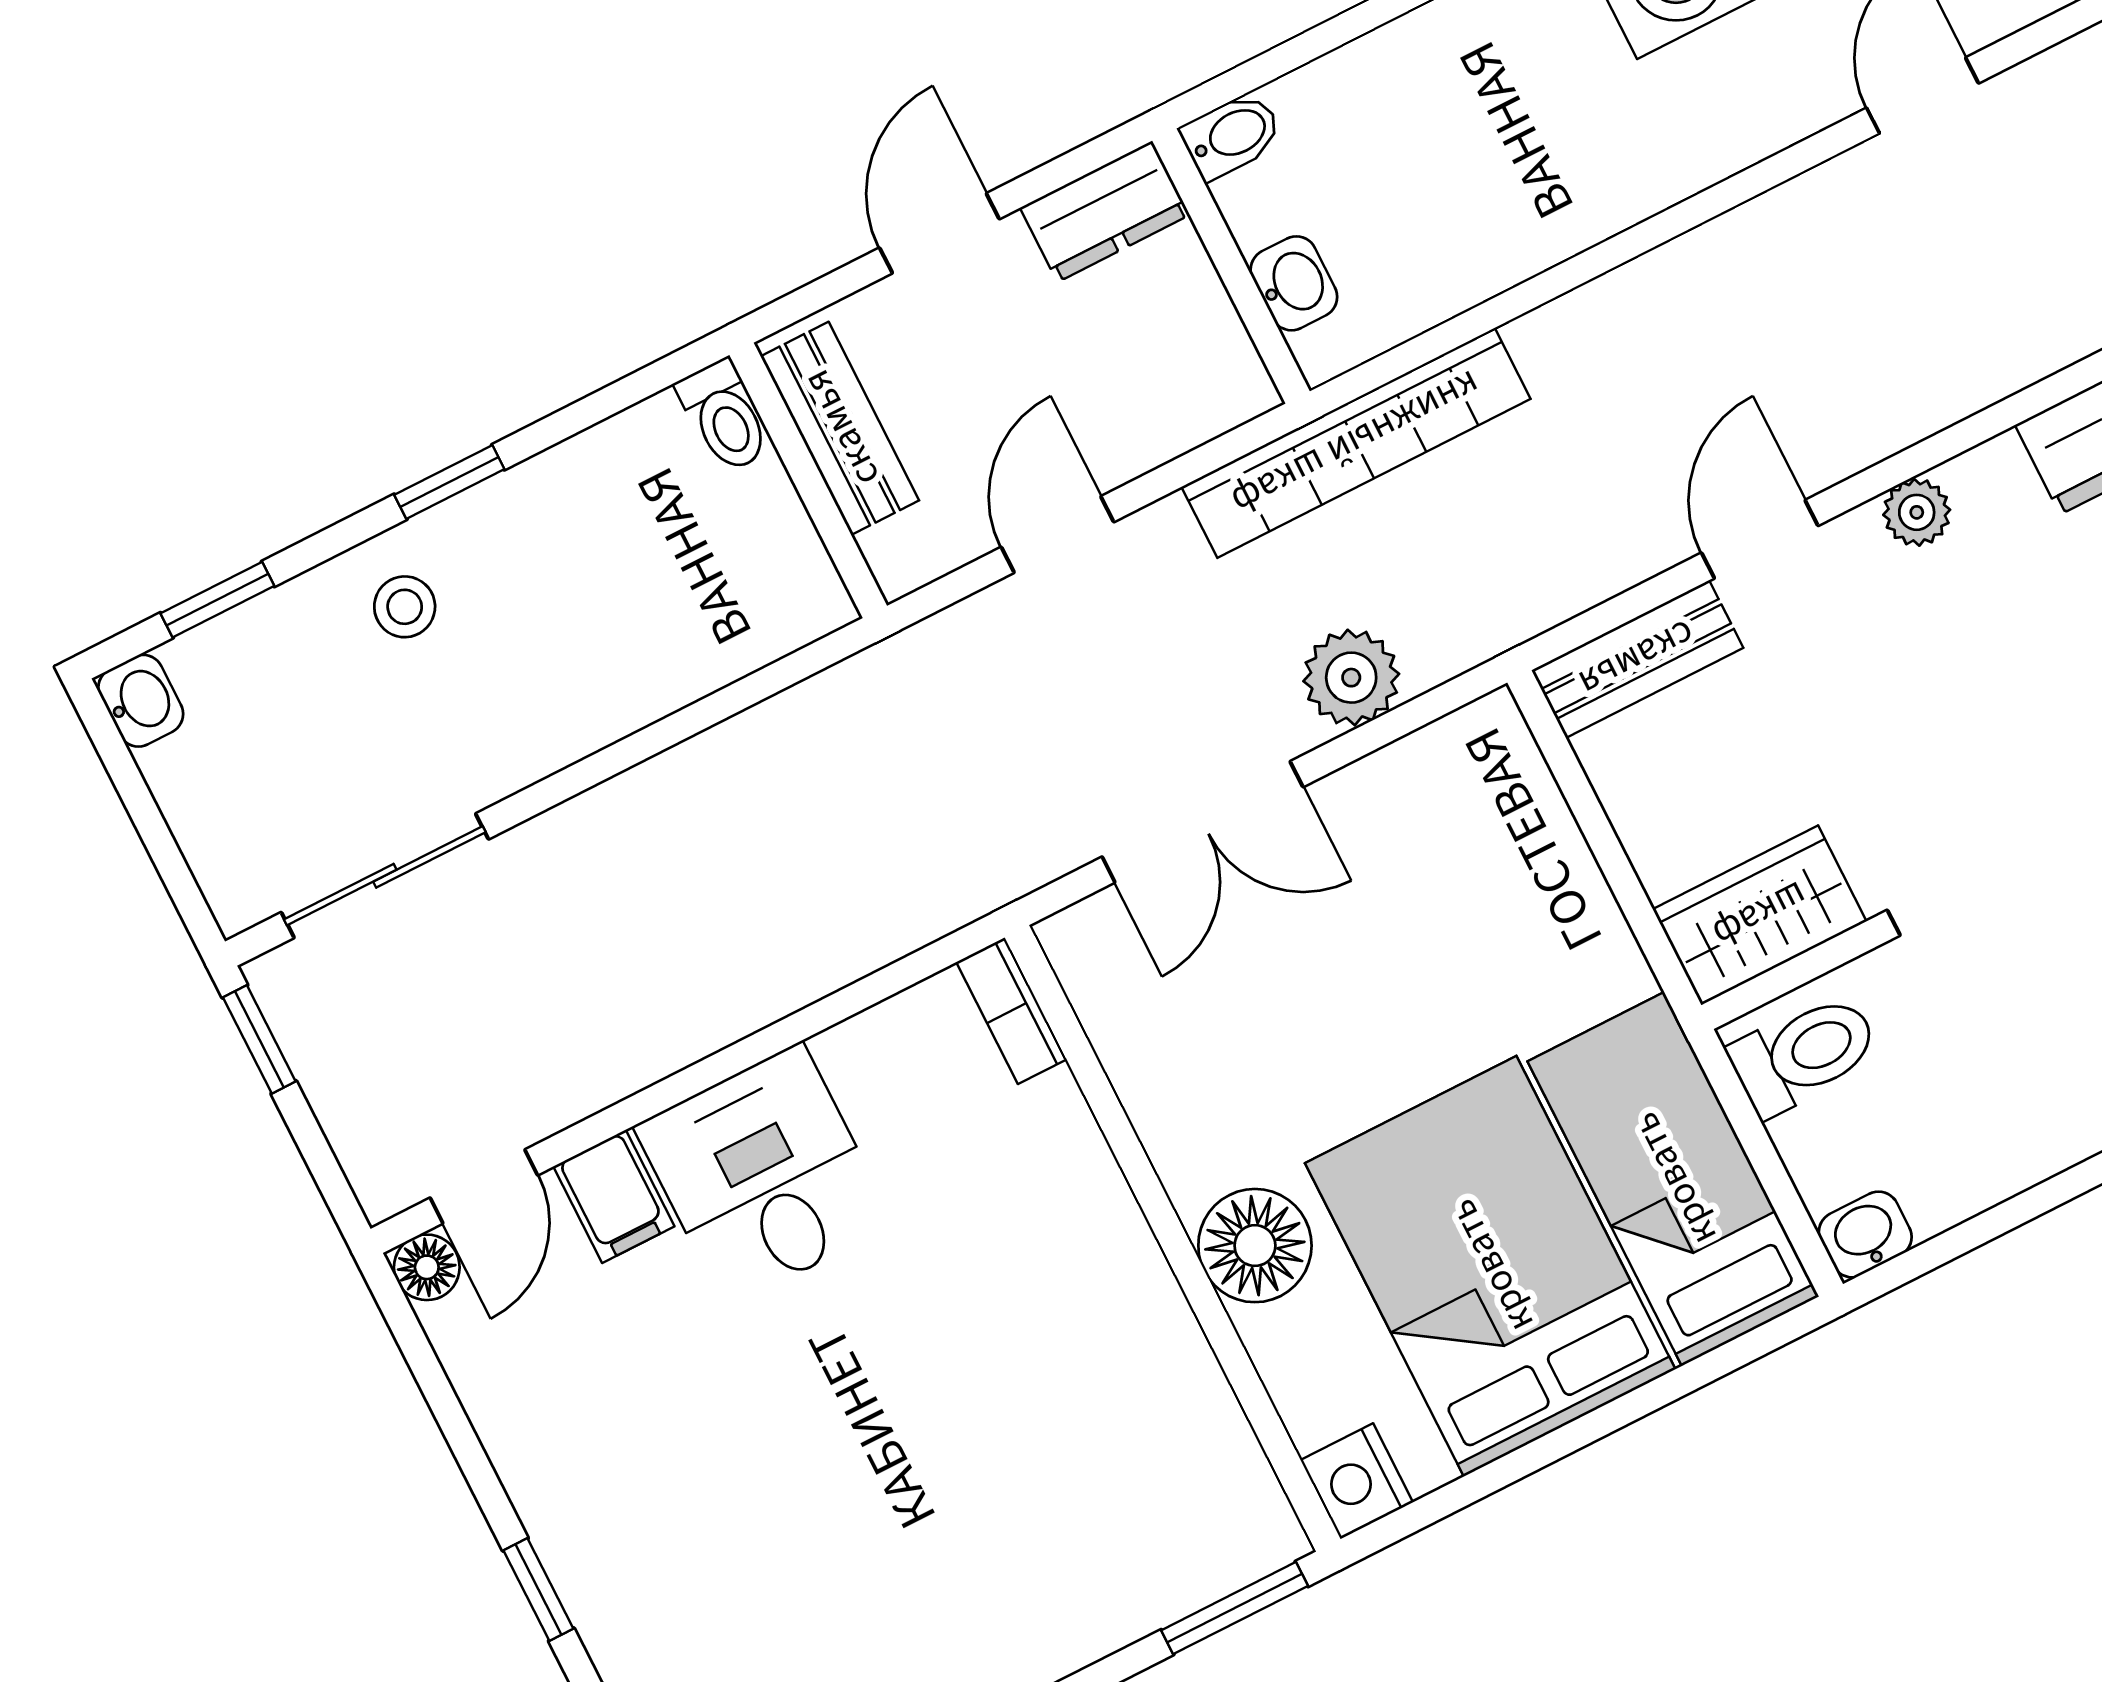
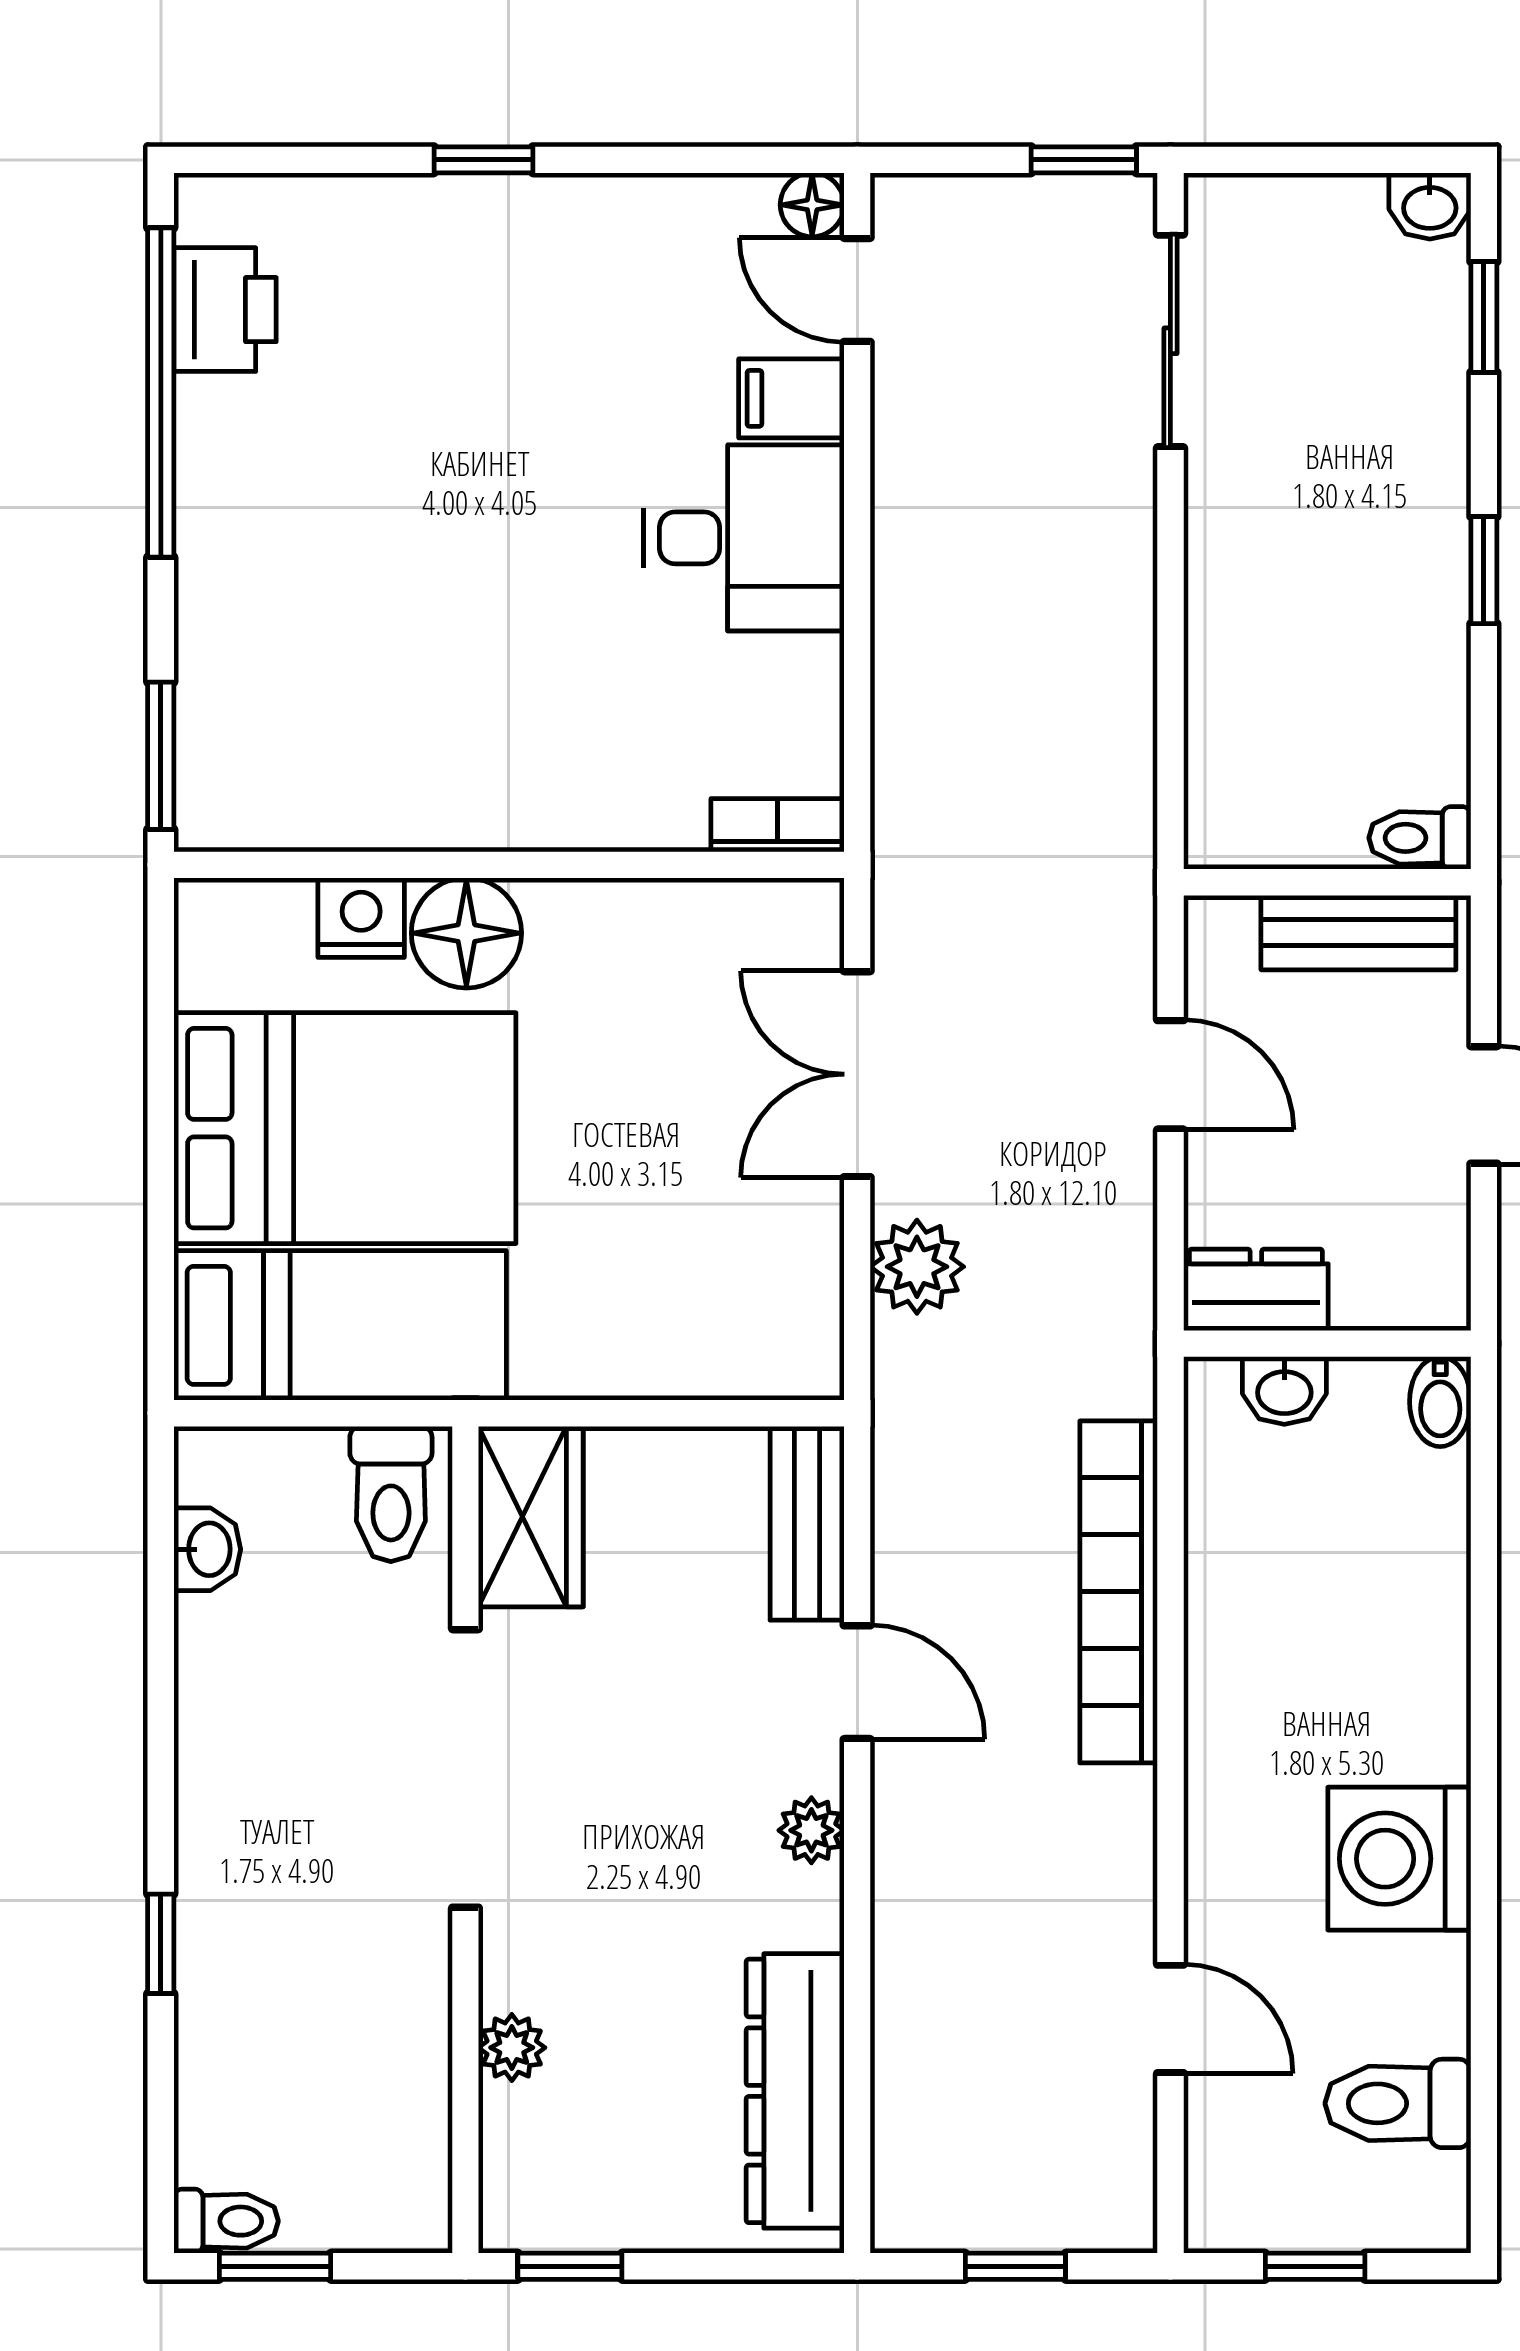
dresser: (1105, 211) -> (1256, 1290), moved, turned 90
bookcase: (1356, 443) -> (1119, 1592), moved
stool: (405, 607) -> (1395, 476), removed
washbasin: (1865, 1234) -> (207, 1549), moved
nightstand: (1357, 1481) -> (361, 918), moved

